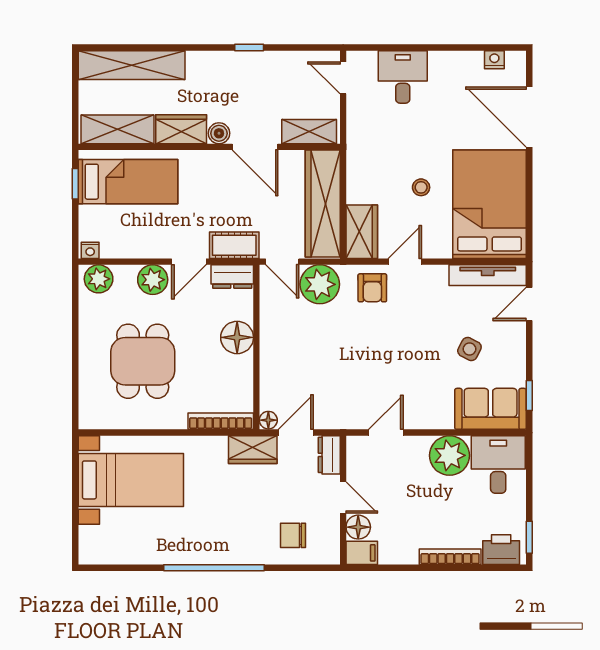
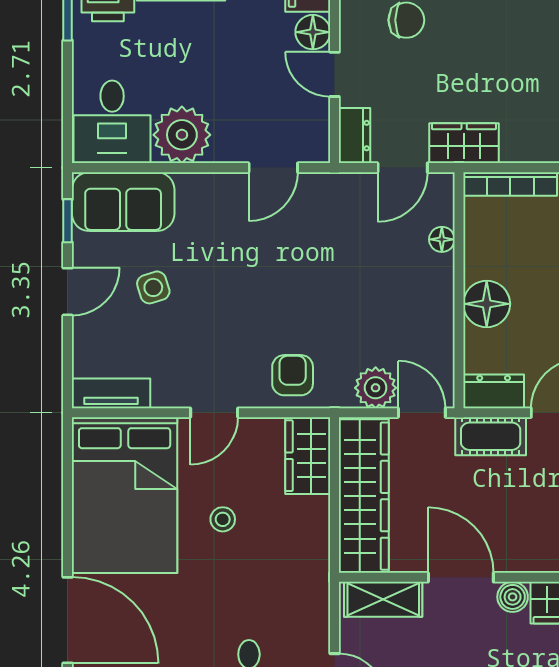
door: (405, 262) -> (214, 413), moved
tv unit: (488, 275) -> (111, 393), width x0.71
plant: (320, 284) -> (376, 388), width x0.73, depth x0.73
door: (529, 304) -> (68, 292), moved
side table: (469, 349) -> (153, 287), turned 45
floor lamp: (268, 420) -> (442, 239), moved

